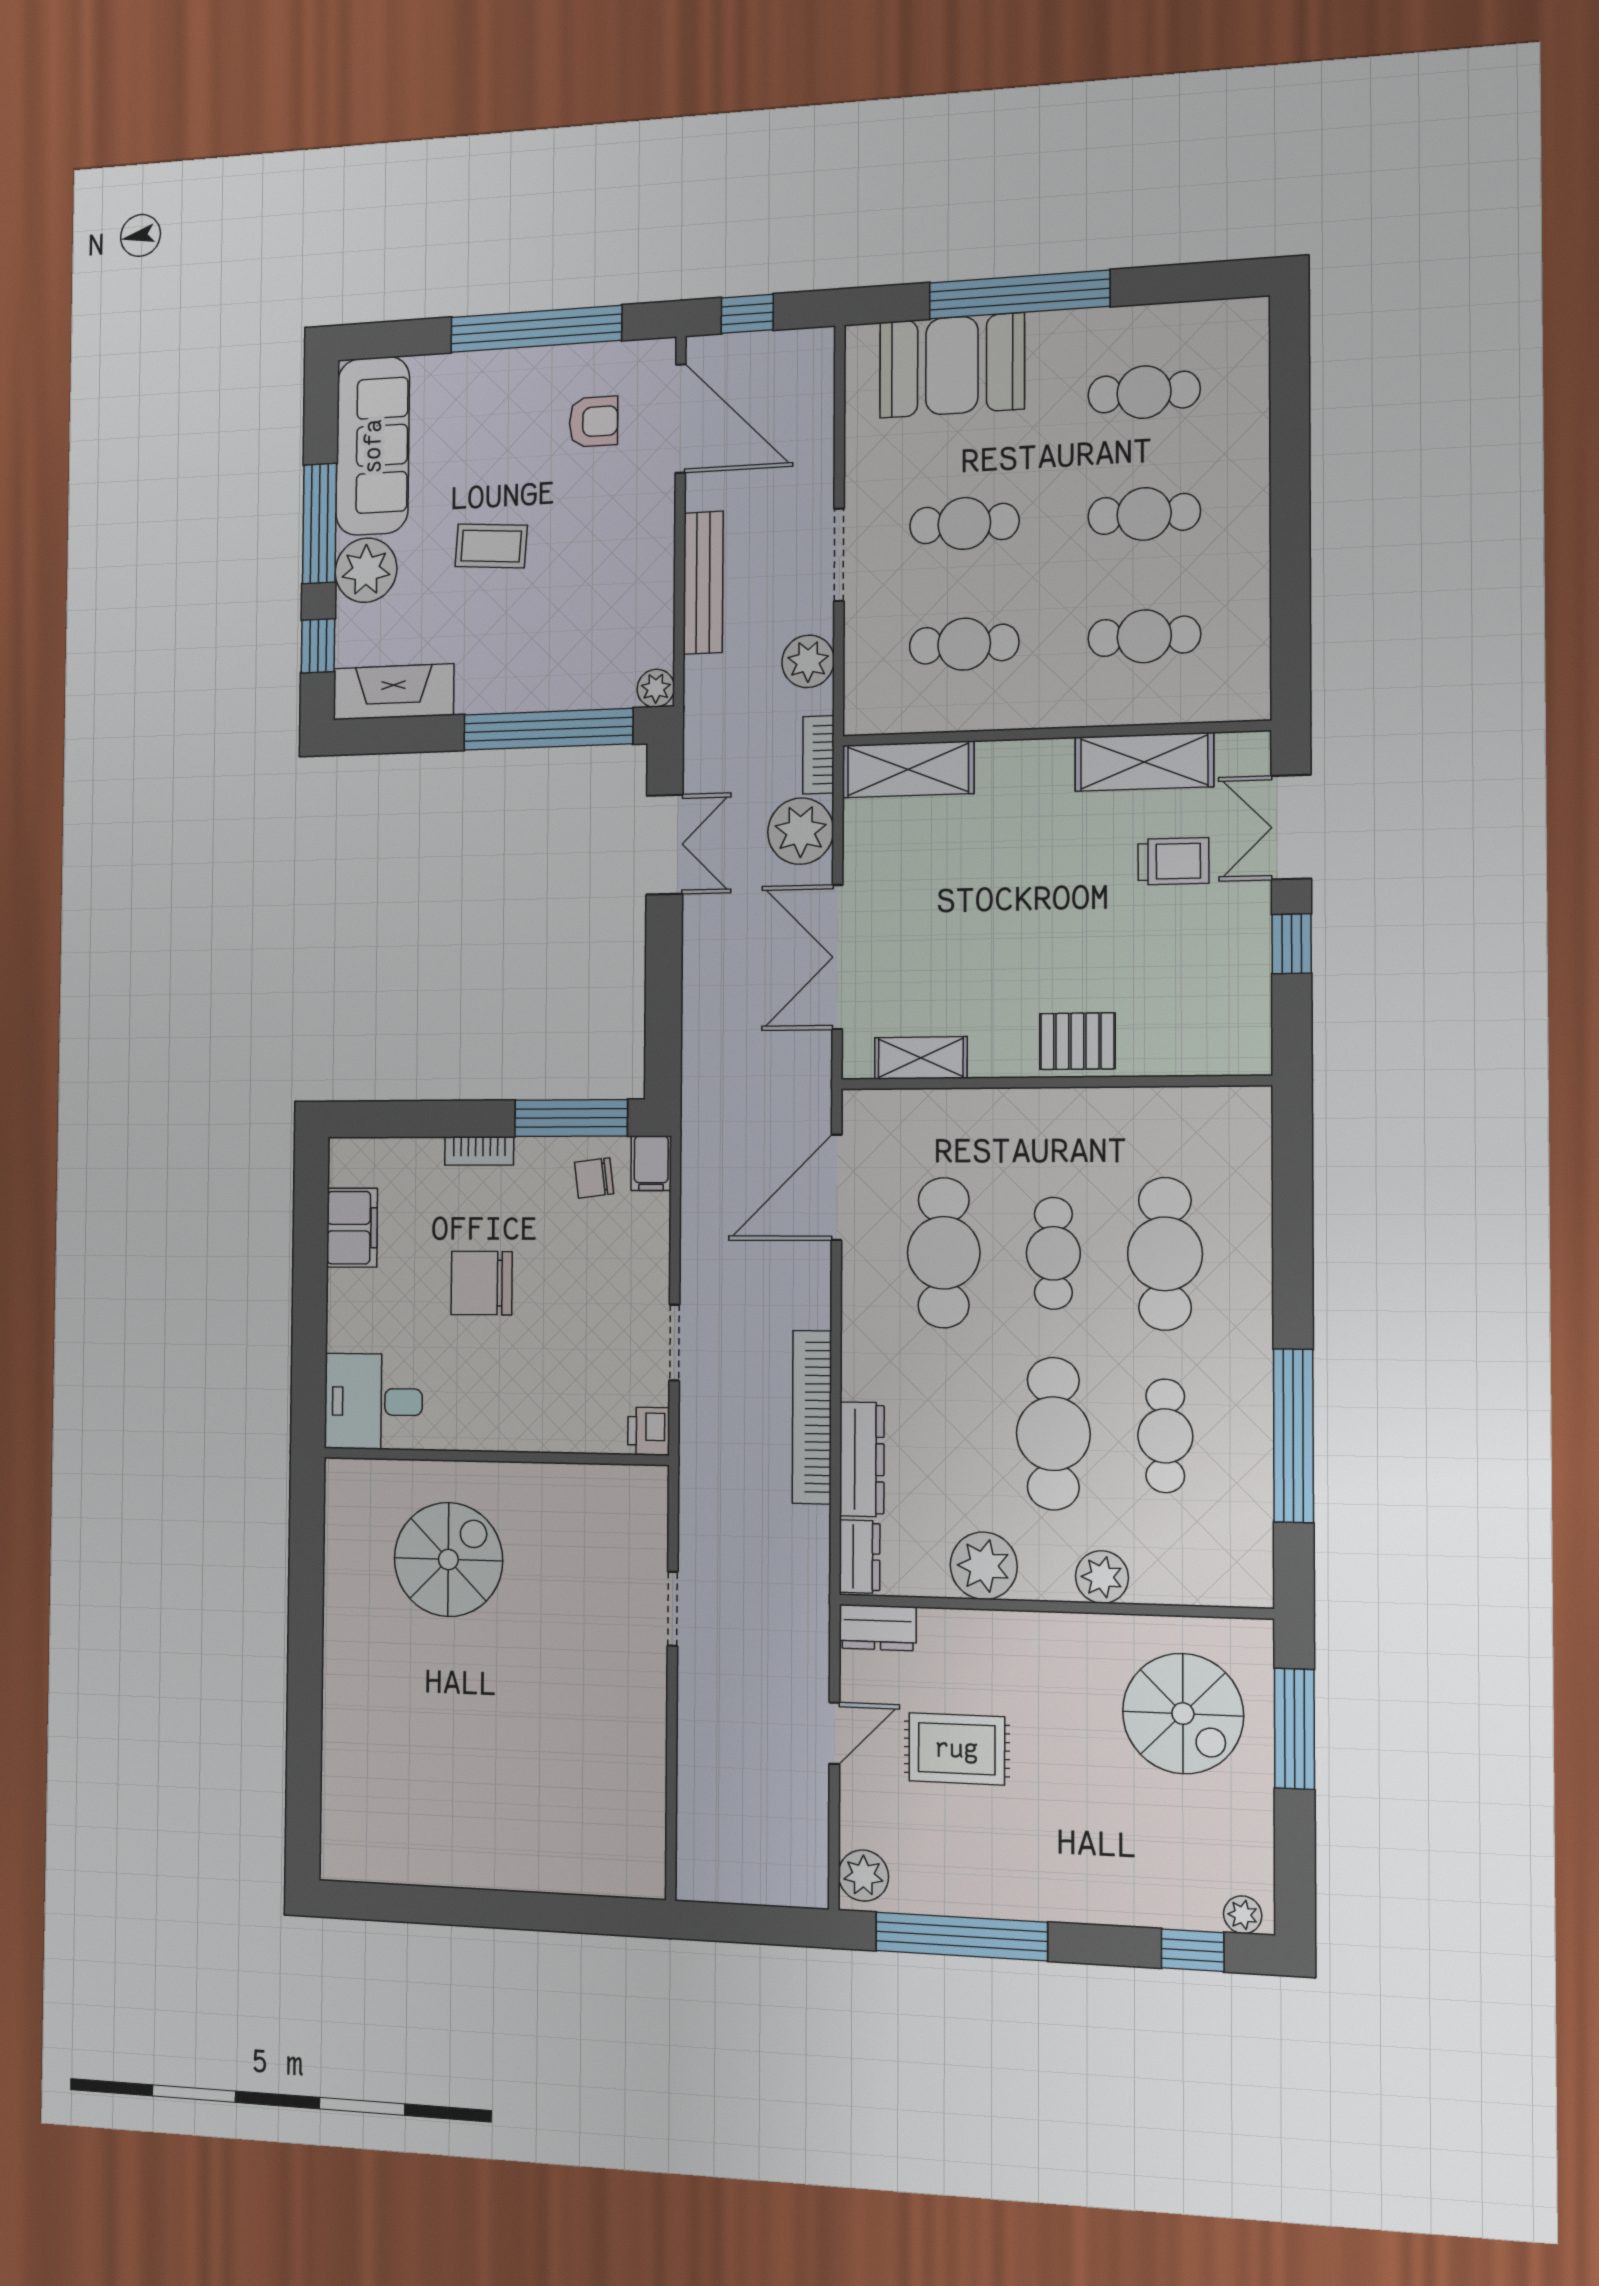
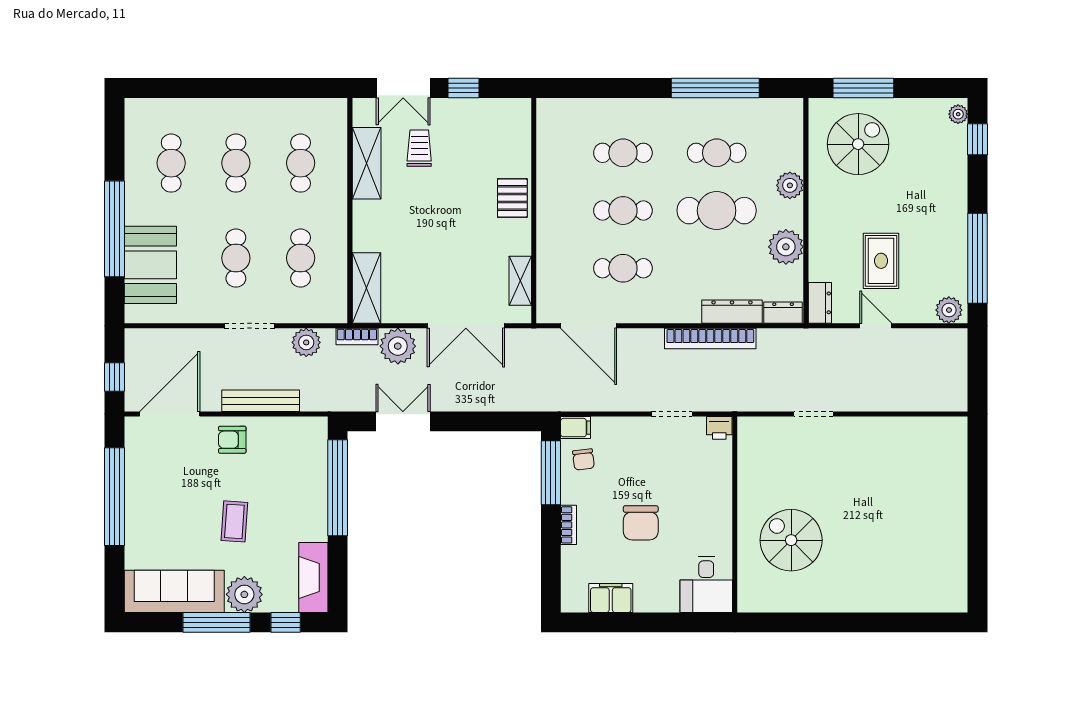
armchair: (594, 422) -> (232, 440), moved, turned -90
plant: (656, 688) -> (317, 427), removed
cafe table: (944, 1253) -> (623, 268), width x0.73, depth x0.74
cafe table: (1165, 1254) -> (623, 153), width x0.73, depth x0.74

